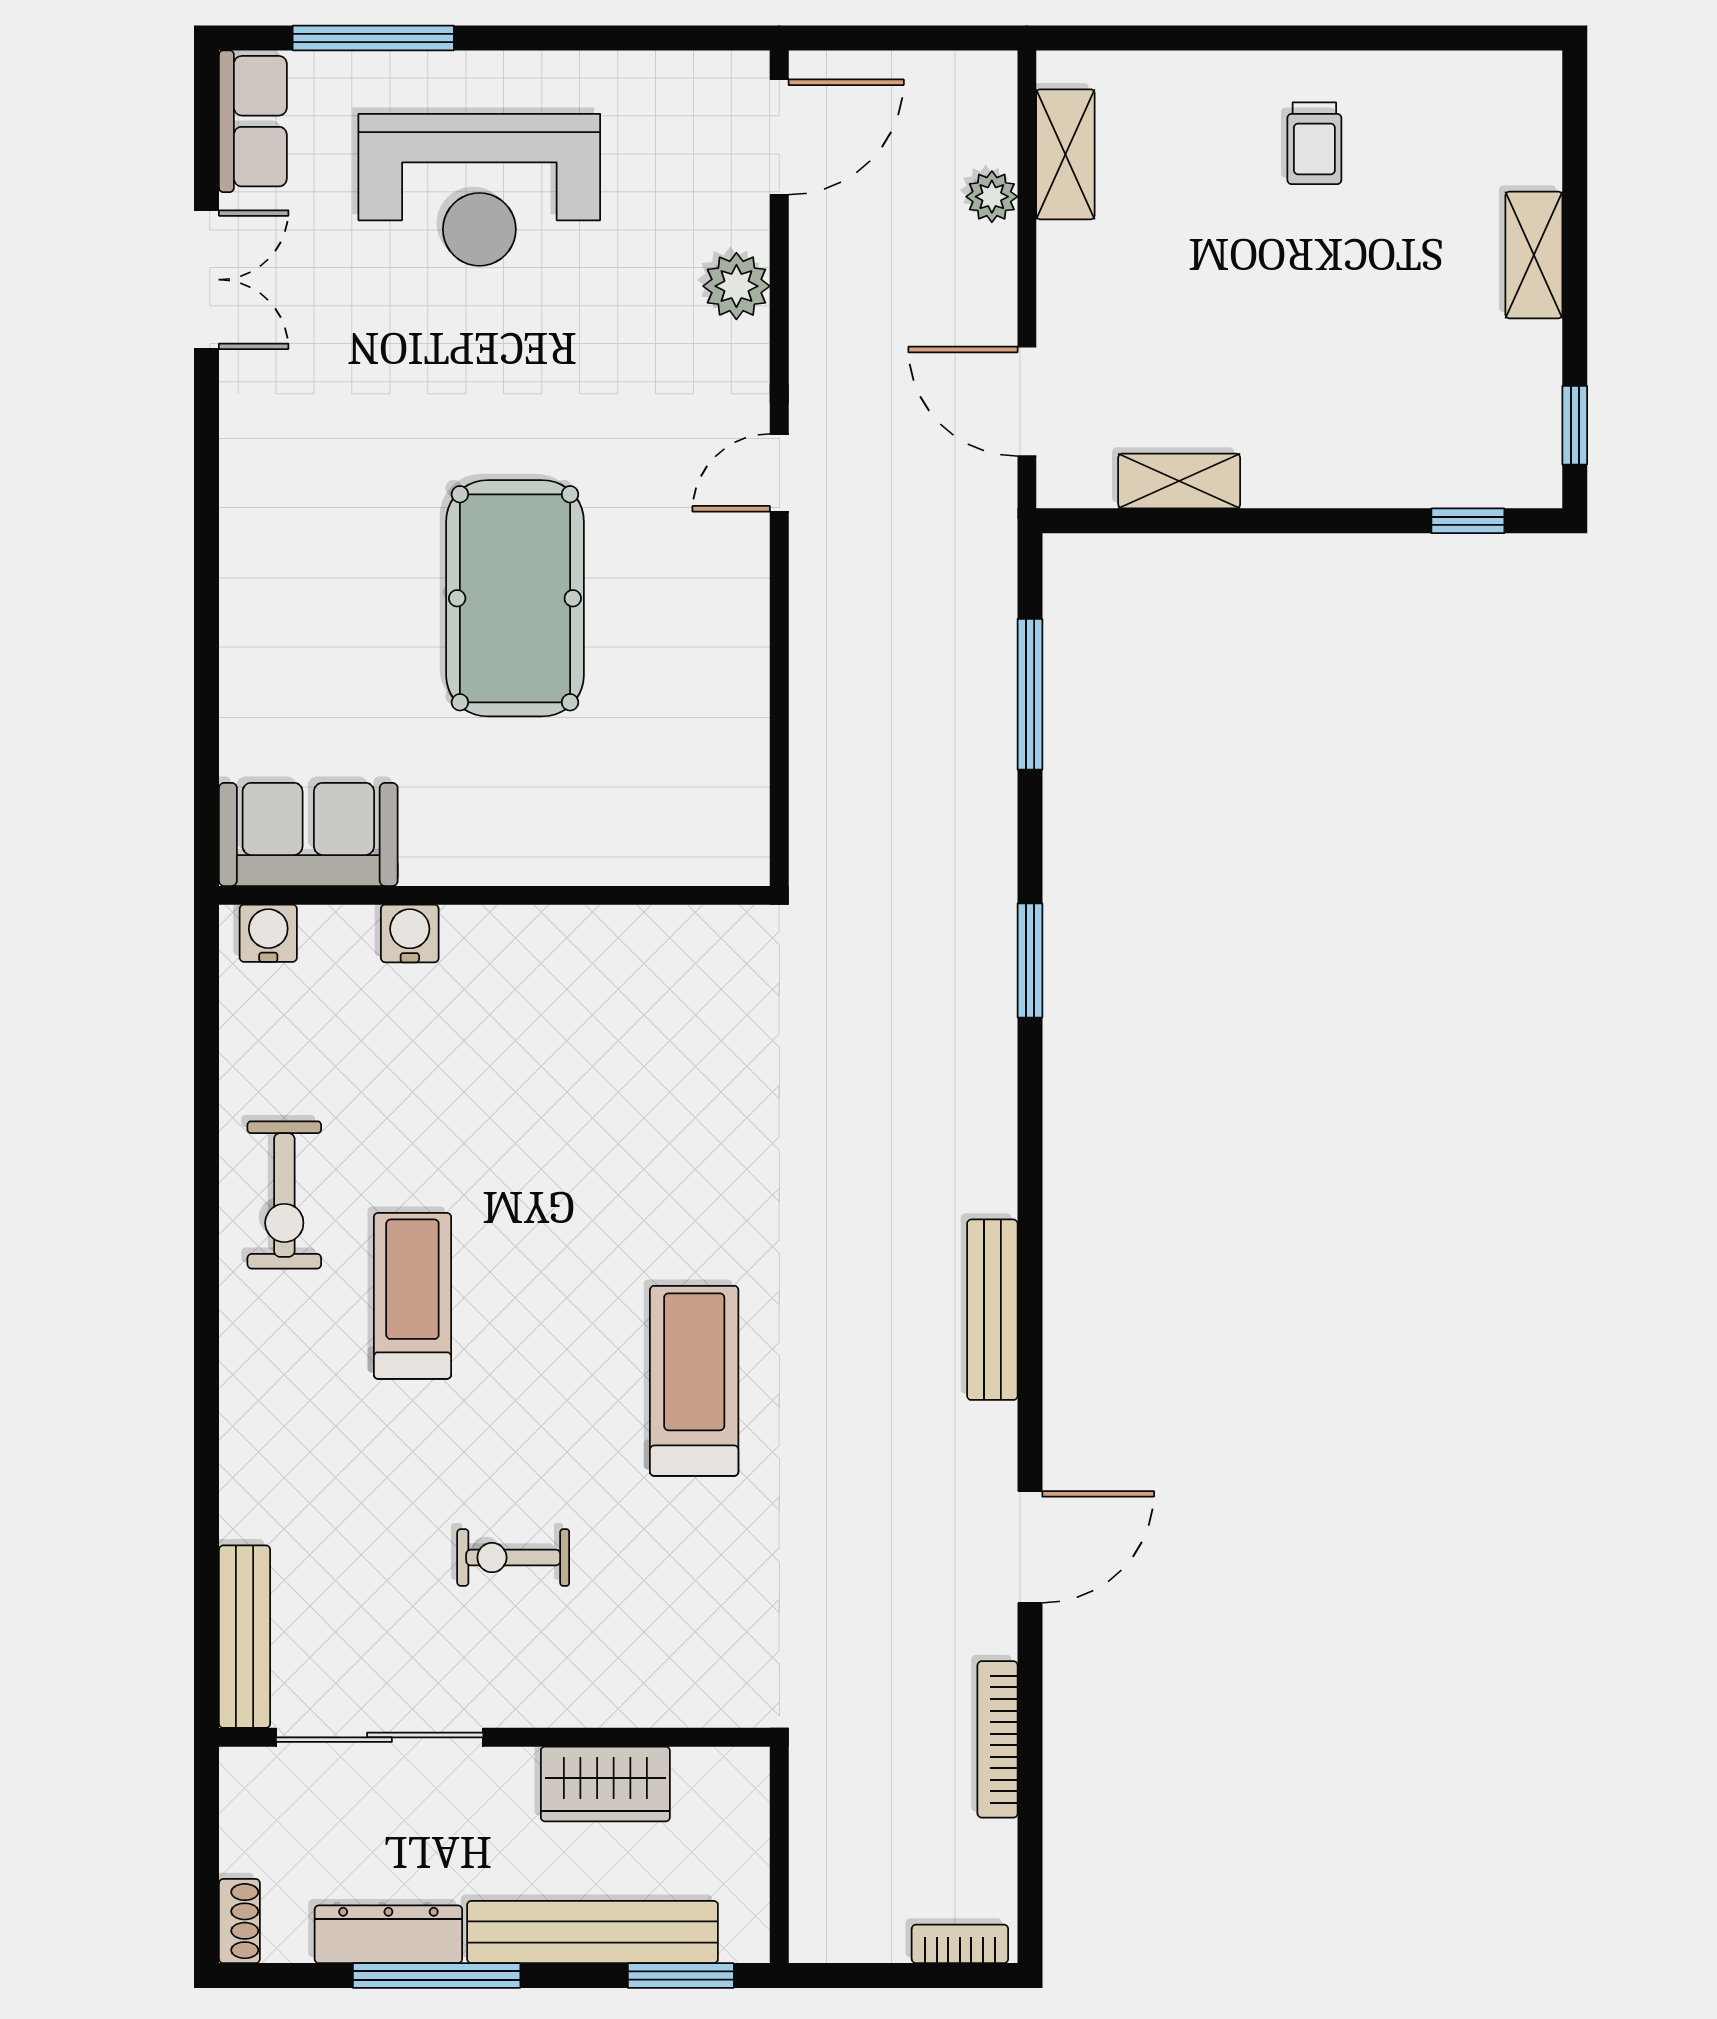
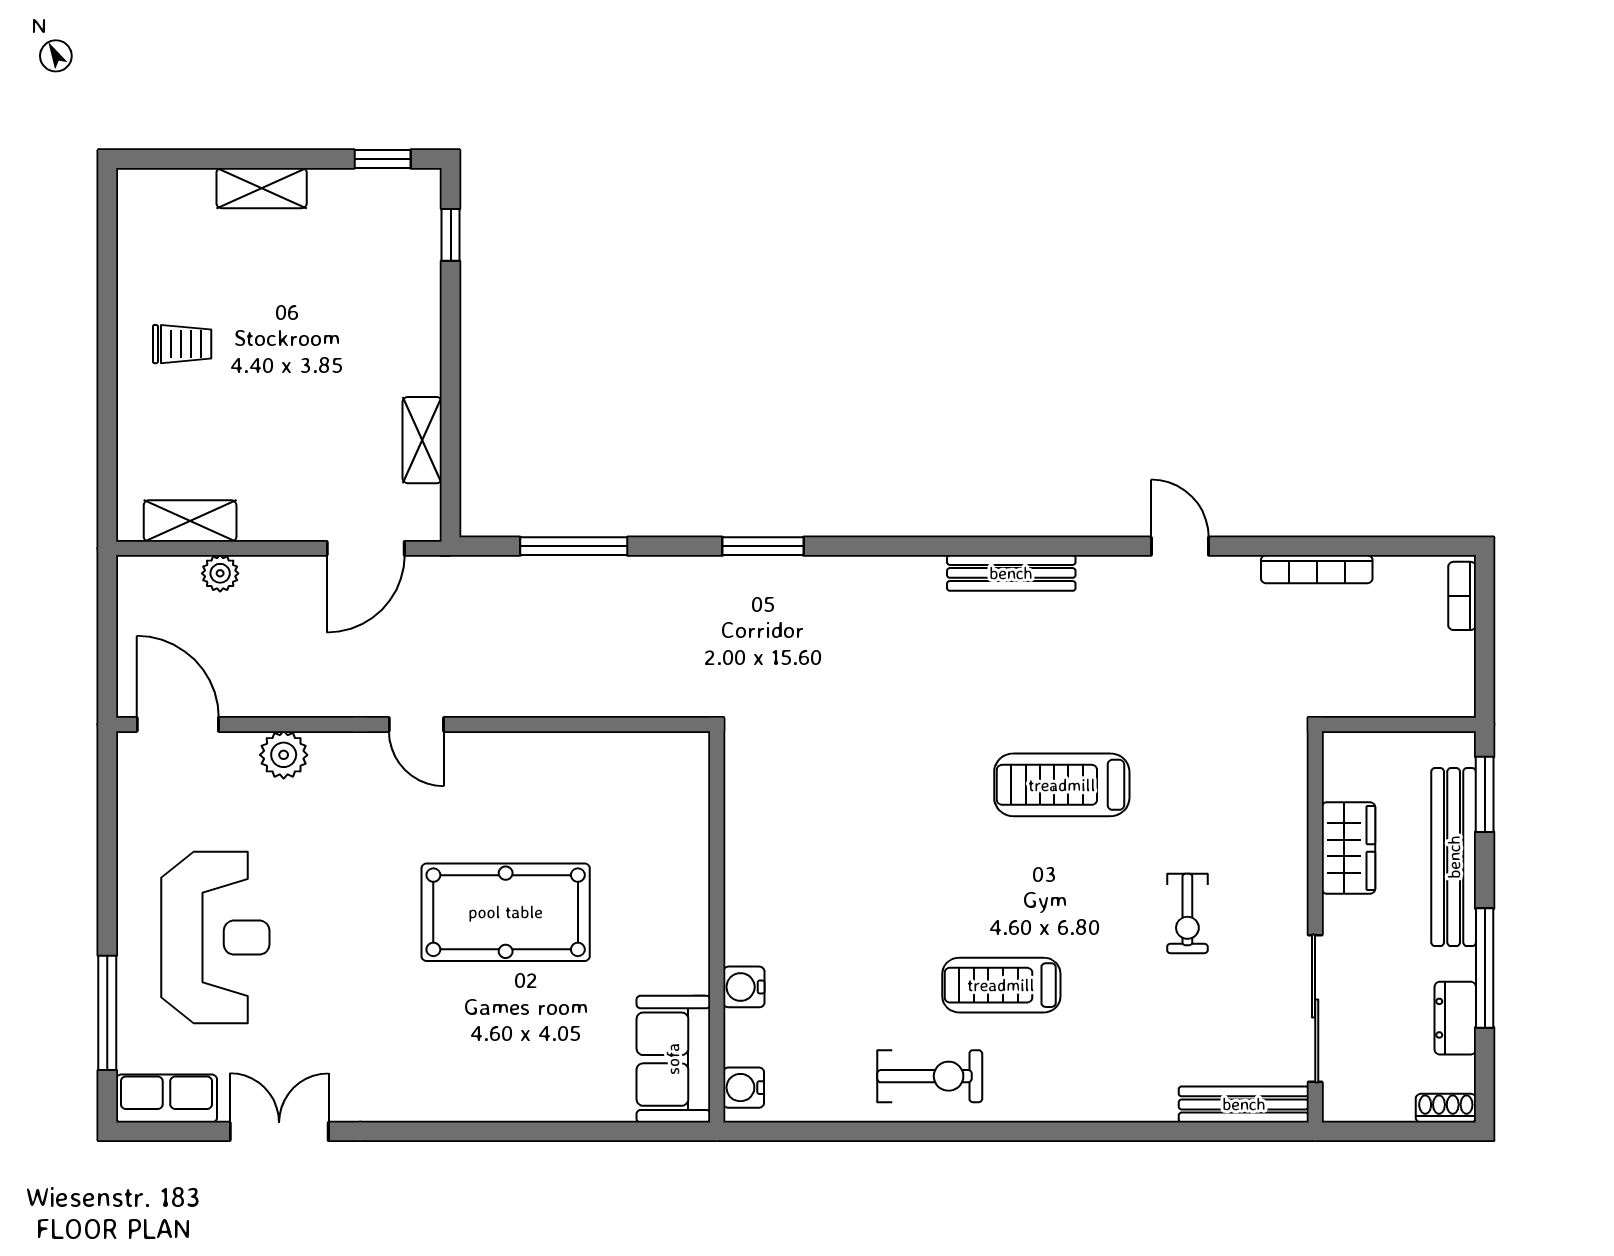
door: (1030, 1547) -> (1180, 546), width x0.73
dresser: (388, 1934) -> (1455, 1018), width x0.70

